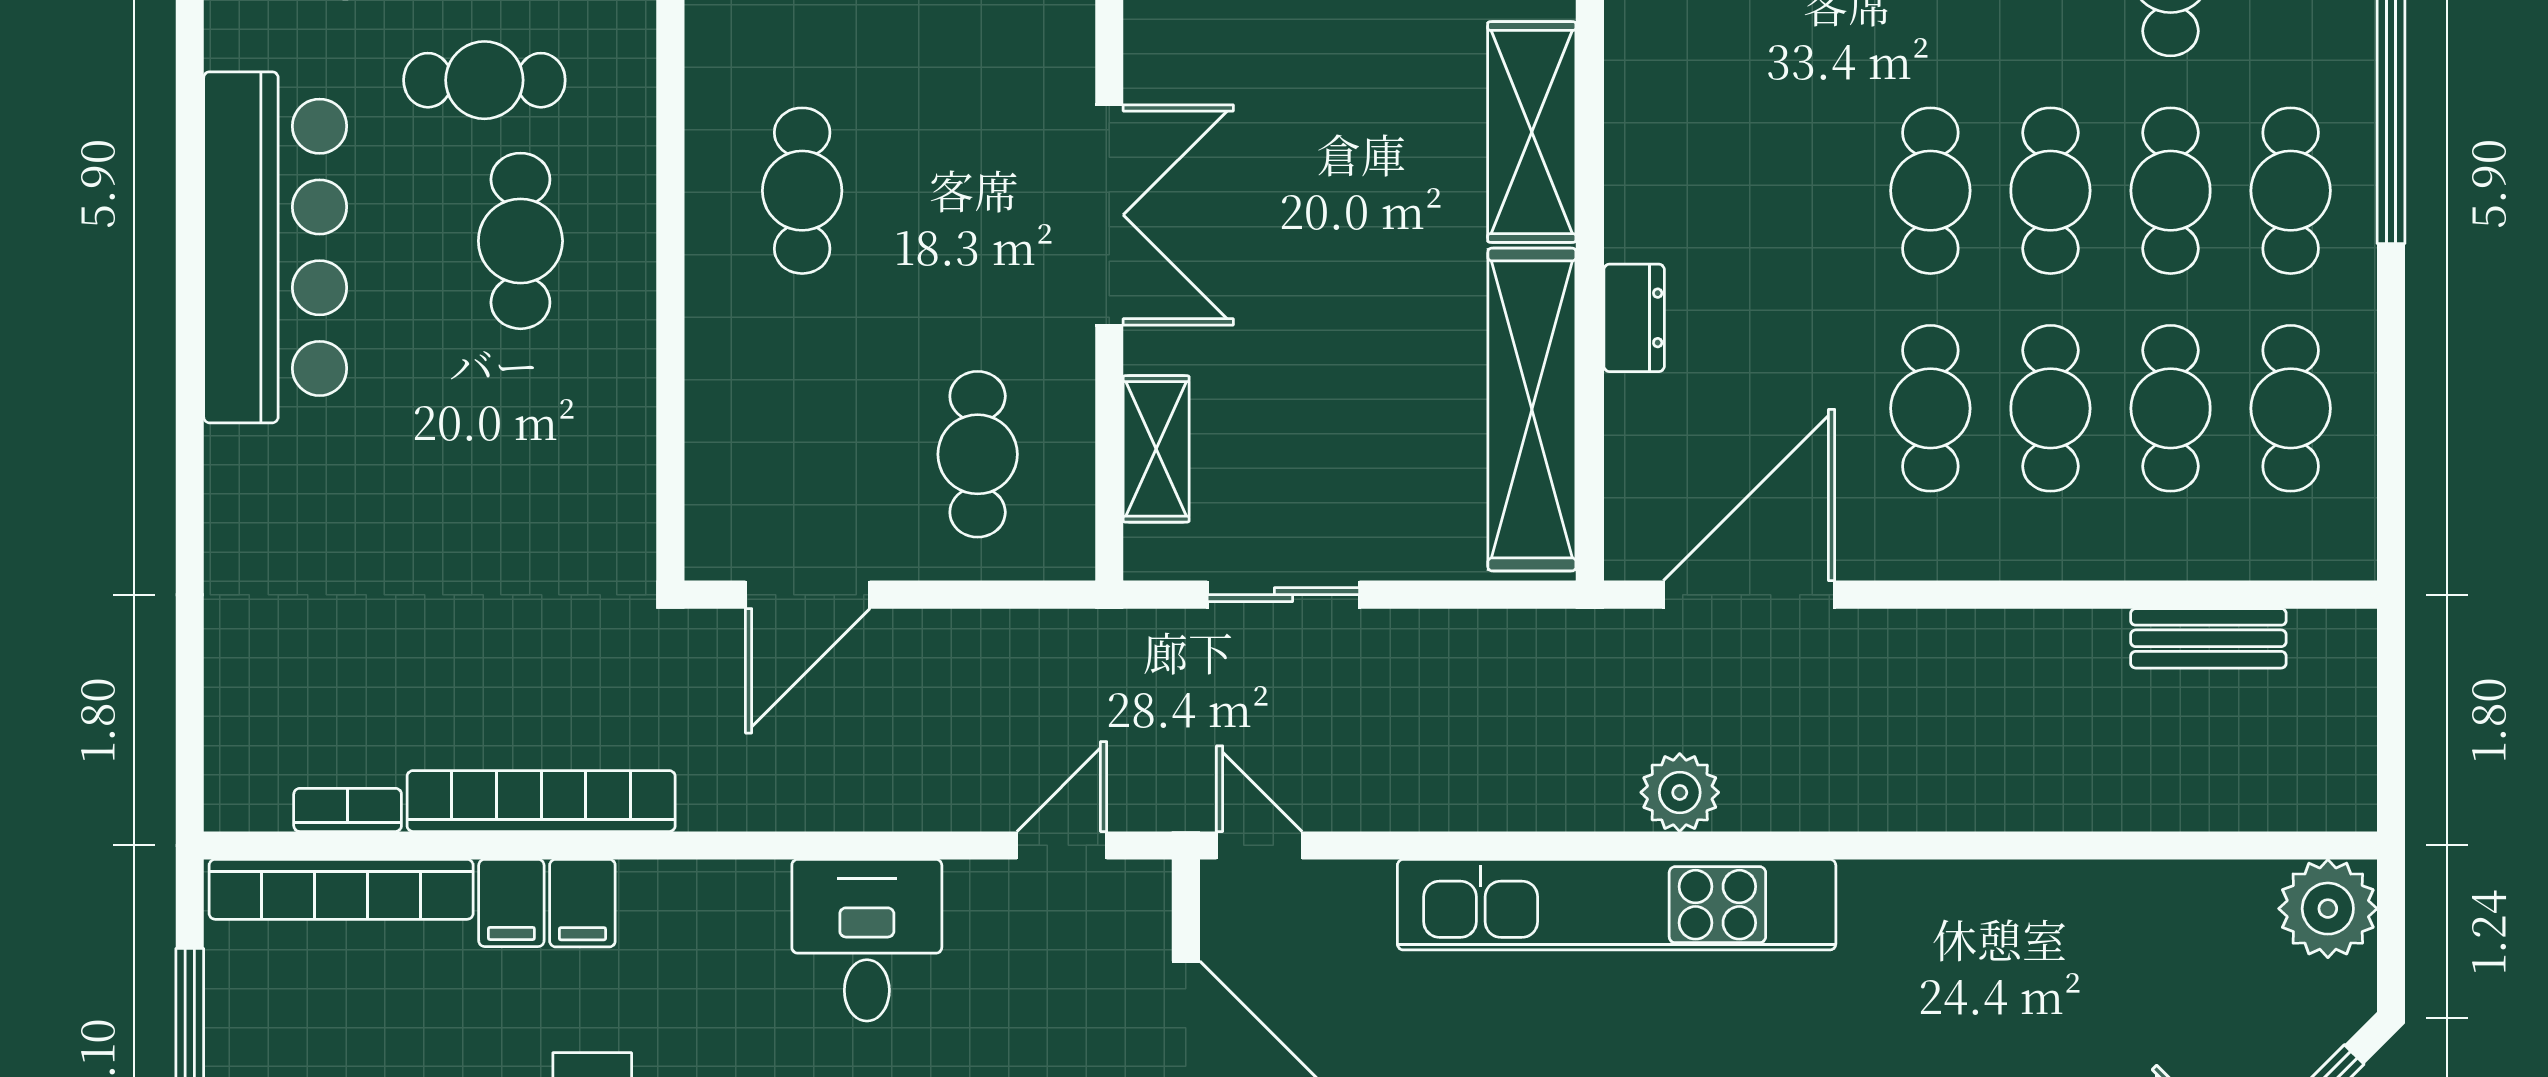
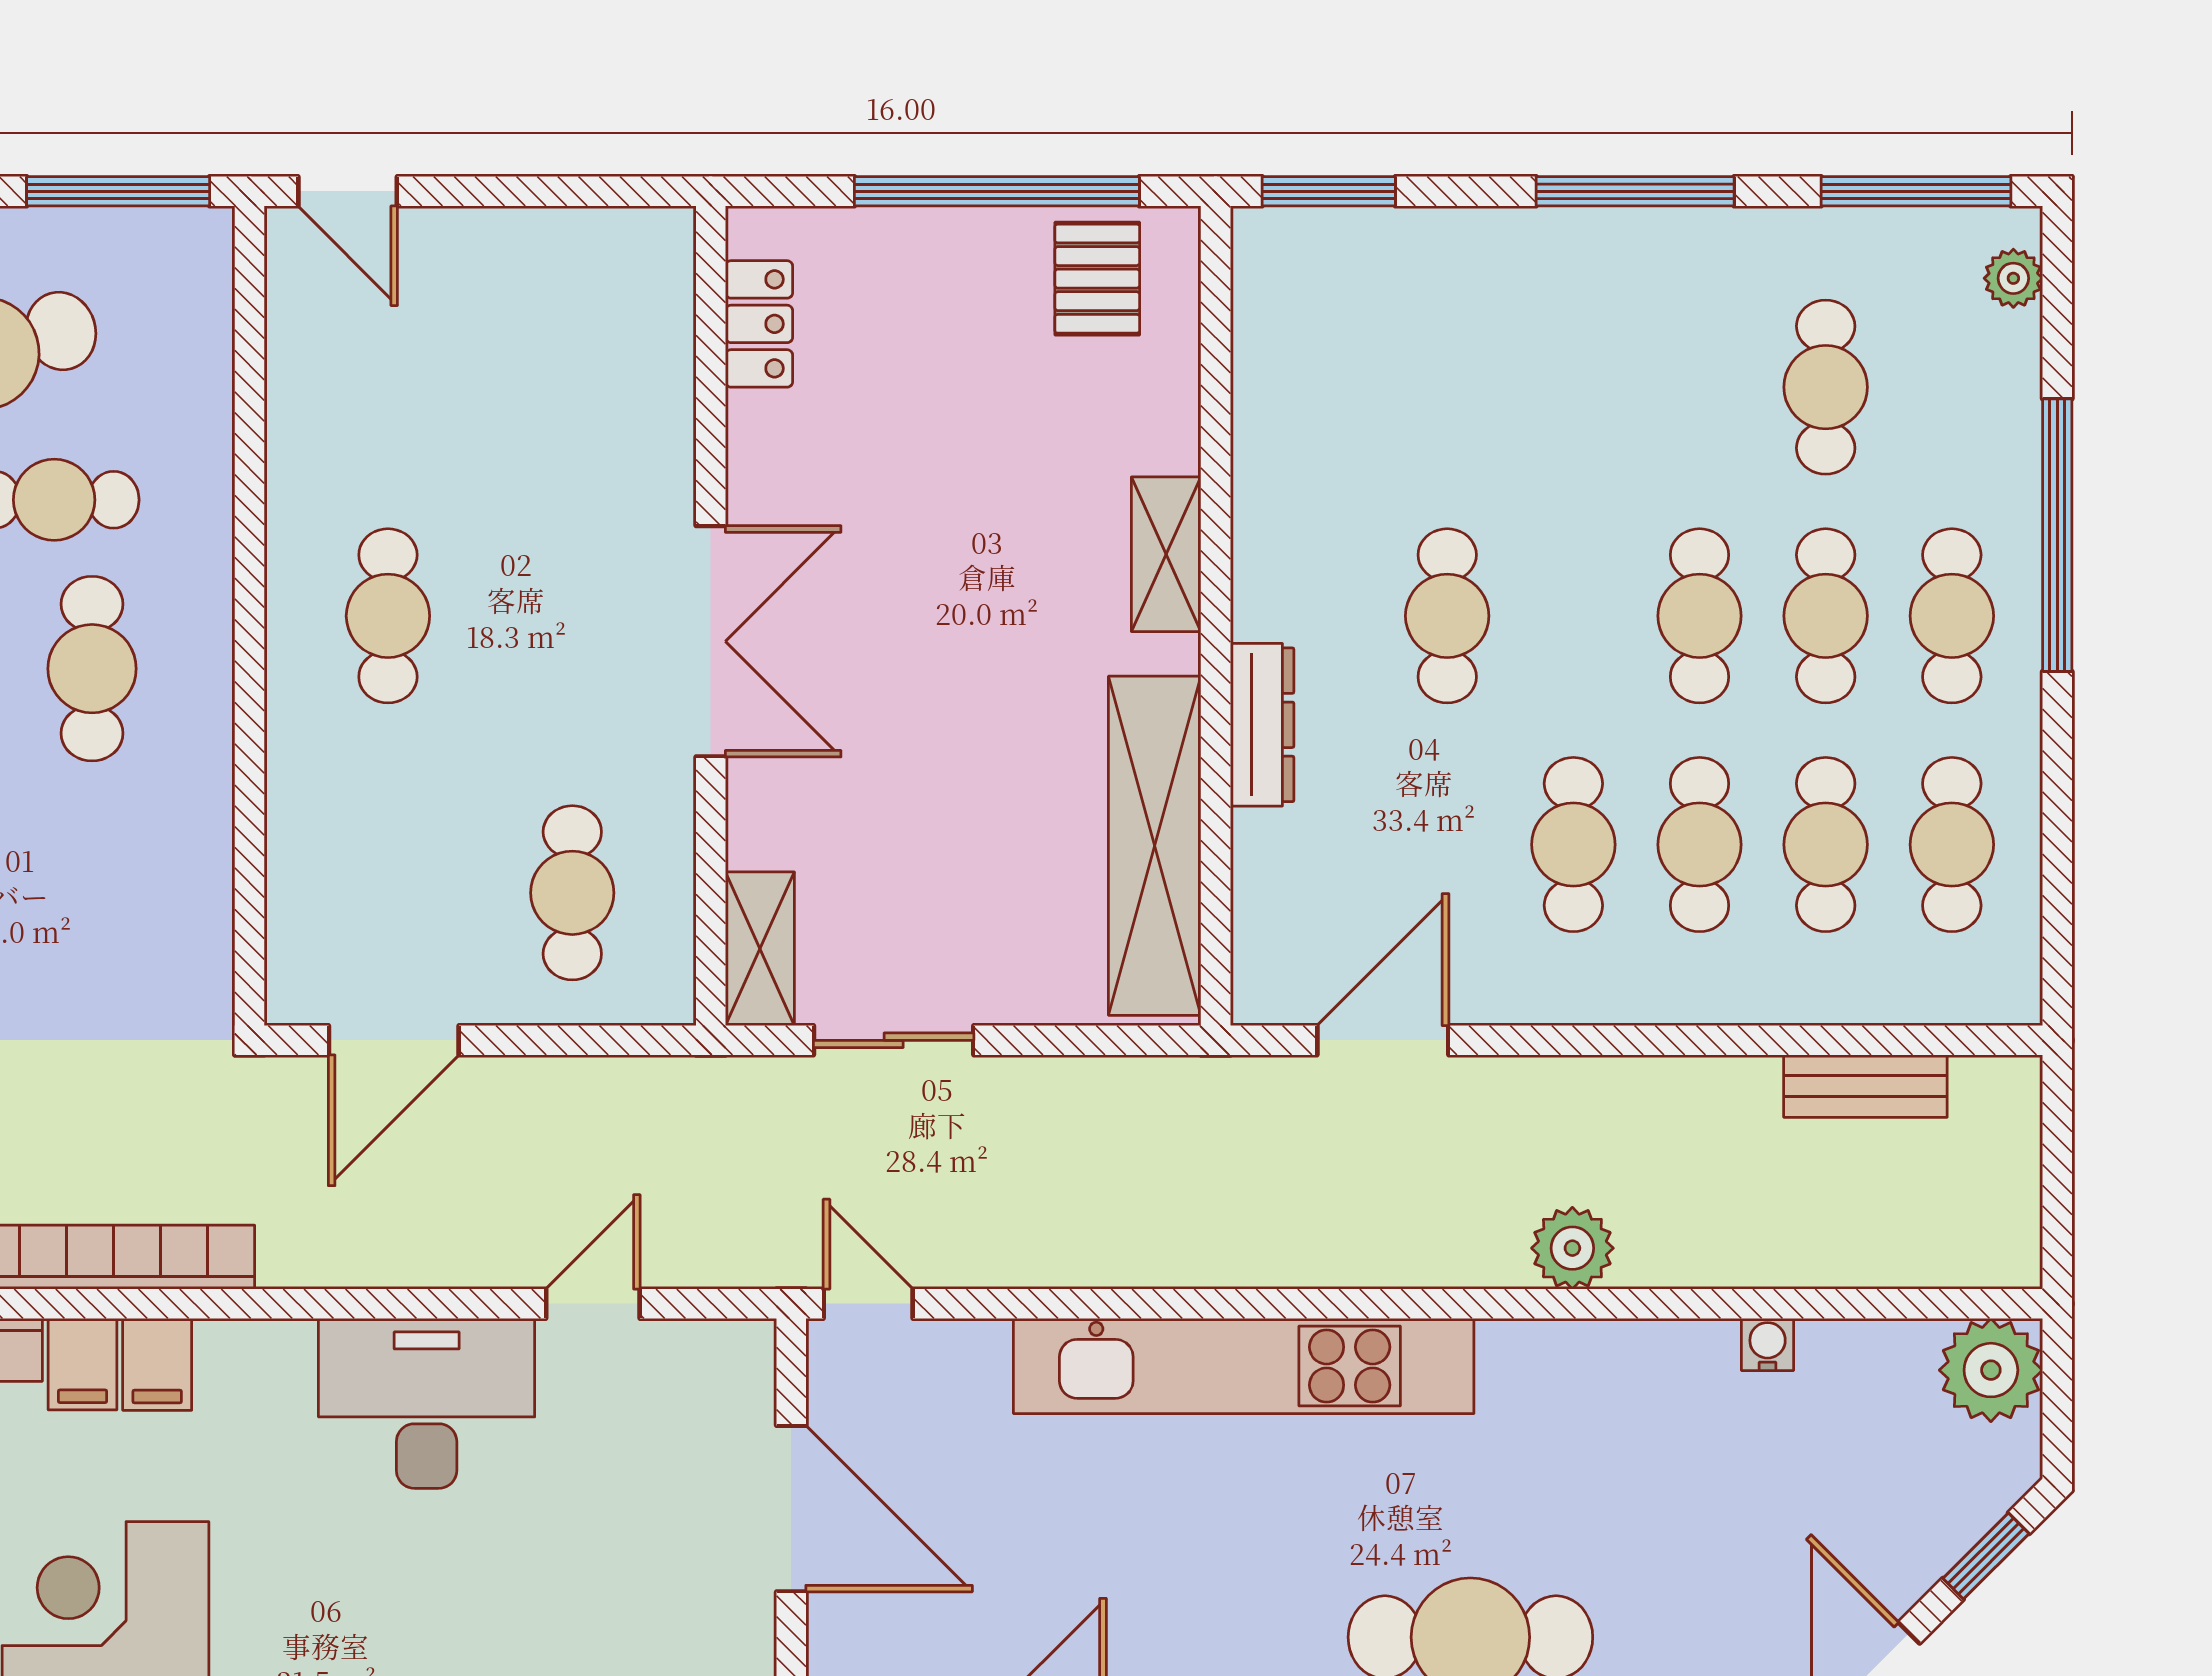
shelving: (1532, 132) -> (1166, 554), width x0.67, depth x0.75
cafe table: (1930, 191) -> (1447, 616), moved
dresser: (1634, 318) -> (1262, 725), width x1.44
shelving: (1156, 449) -> (760, 949), moved
door: (1749, 595) -> (1383, 1040), width x0.73
plant: (1680, 792) -> (1572, 1248), moved
door: (1062, 845) -> (593, 1304), moved
water cooler: (2115, 884) -> (1768, 1344), added
desk: (867, 940) -> (427, 1403), width x1.37

